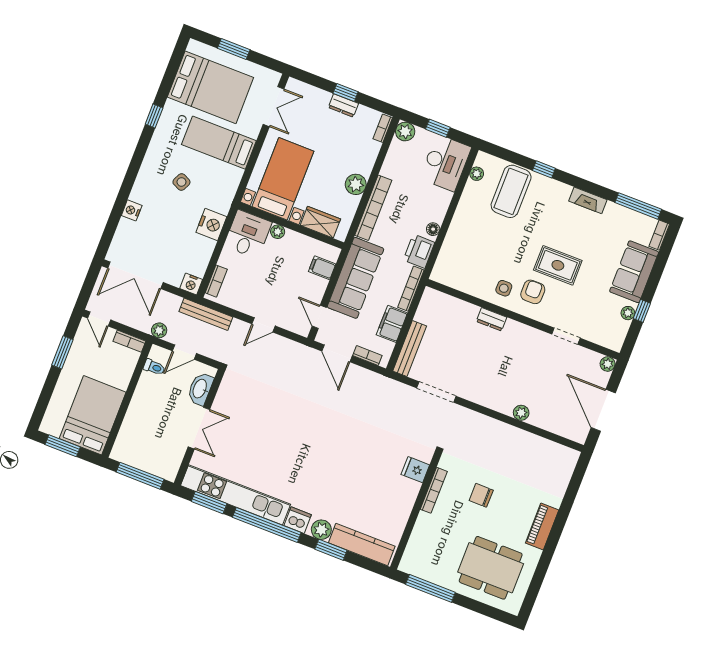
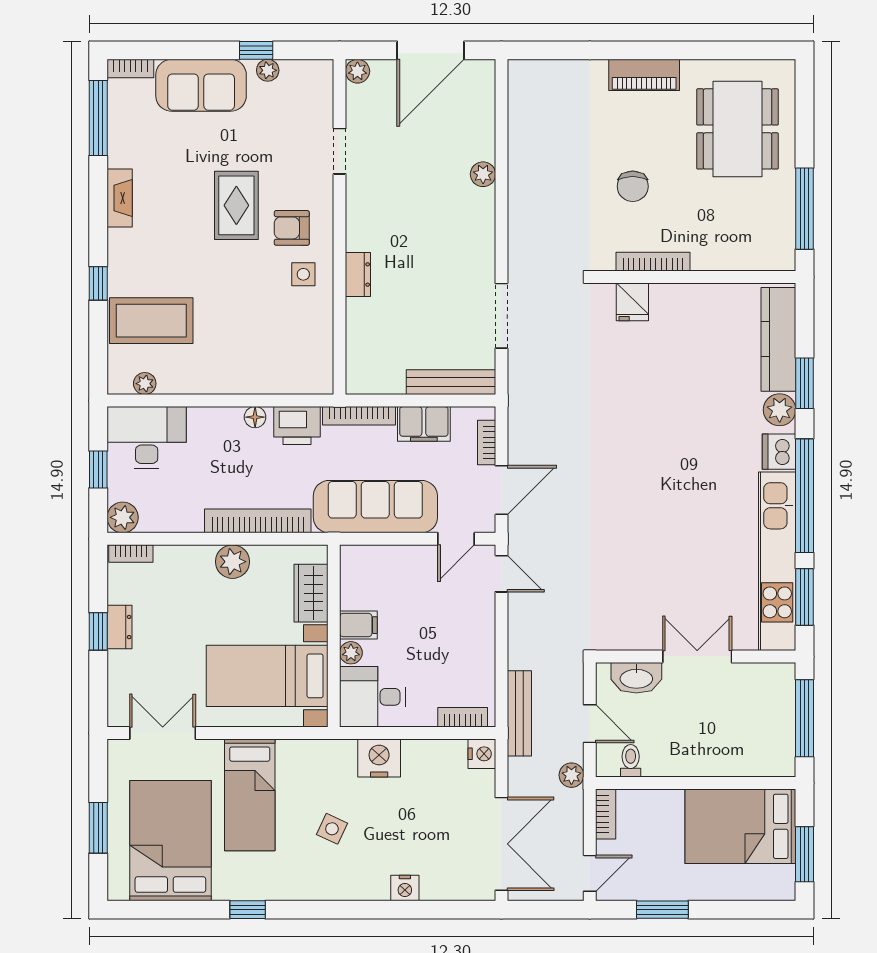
filing cabinet: (322, 268) -> (358, 625), moved, turned -90
door: (264, 325) -> (501, 574), moved

